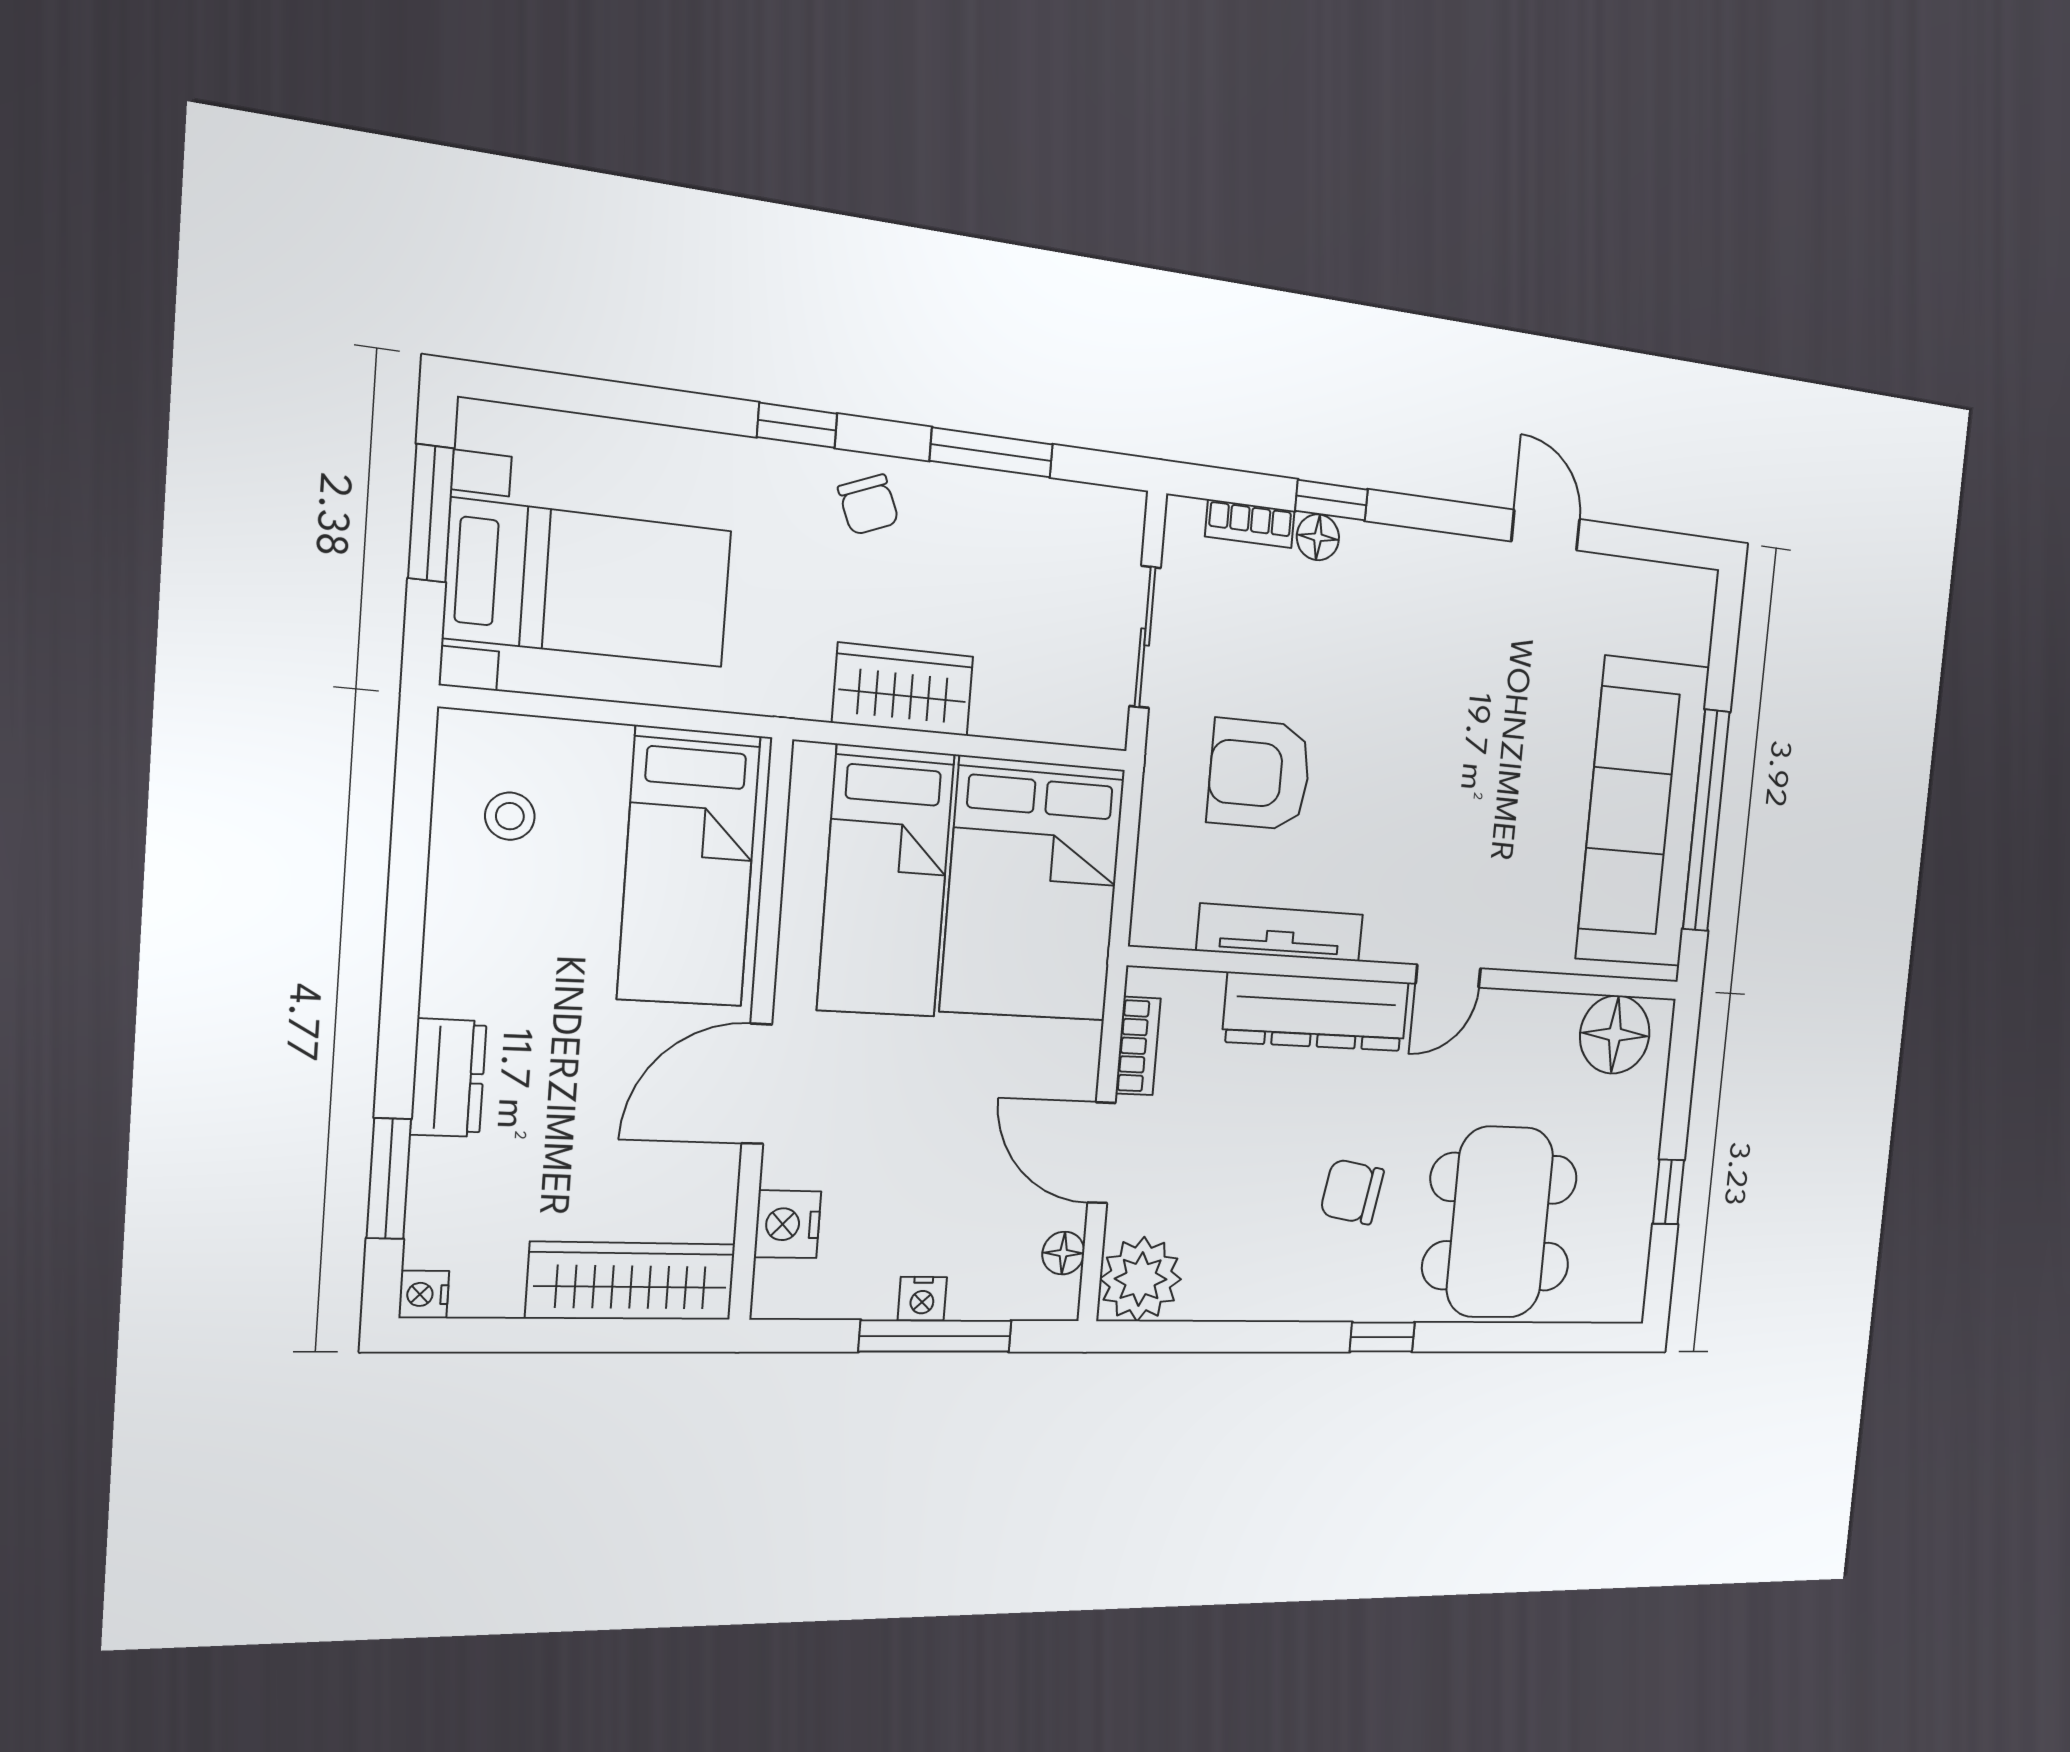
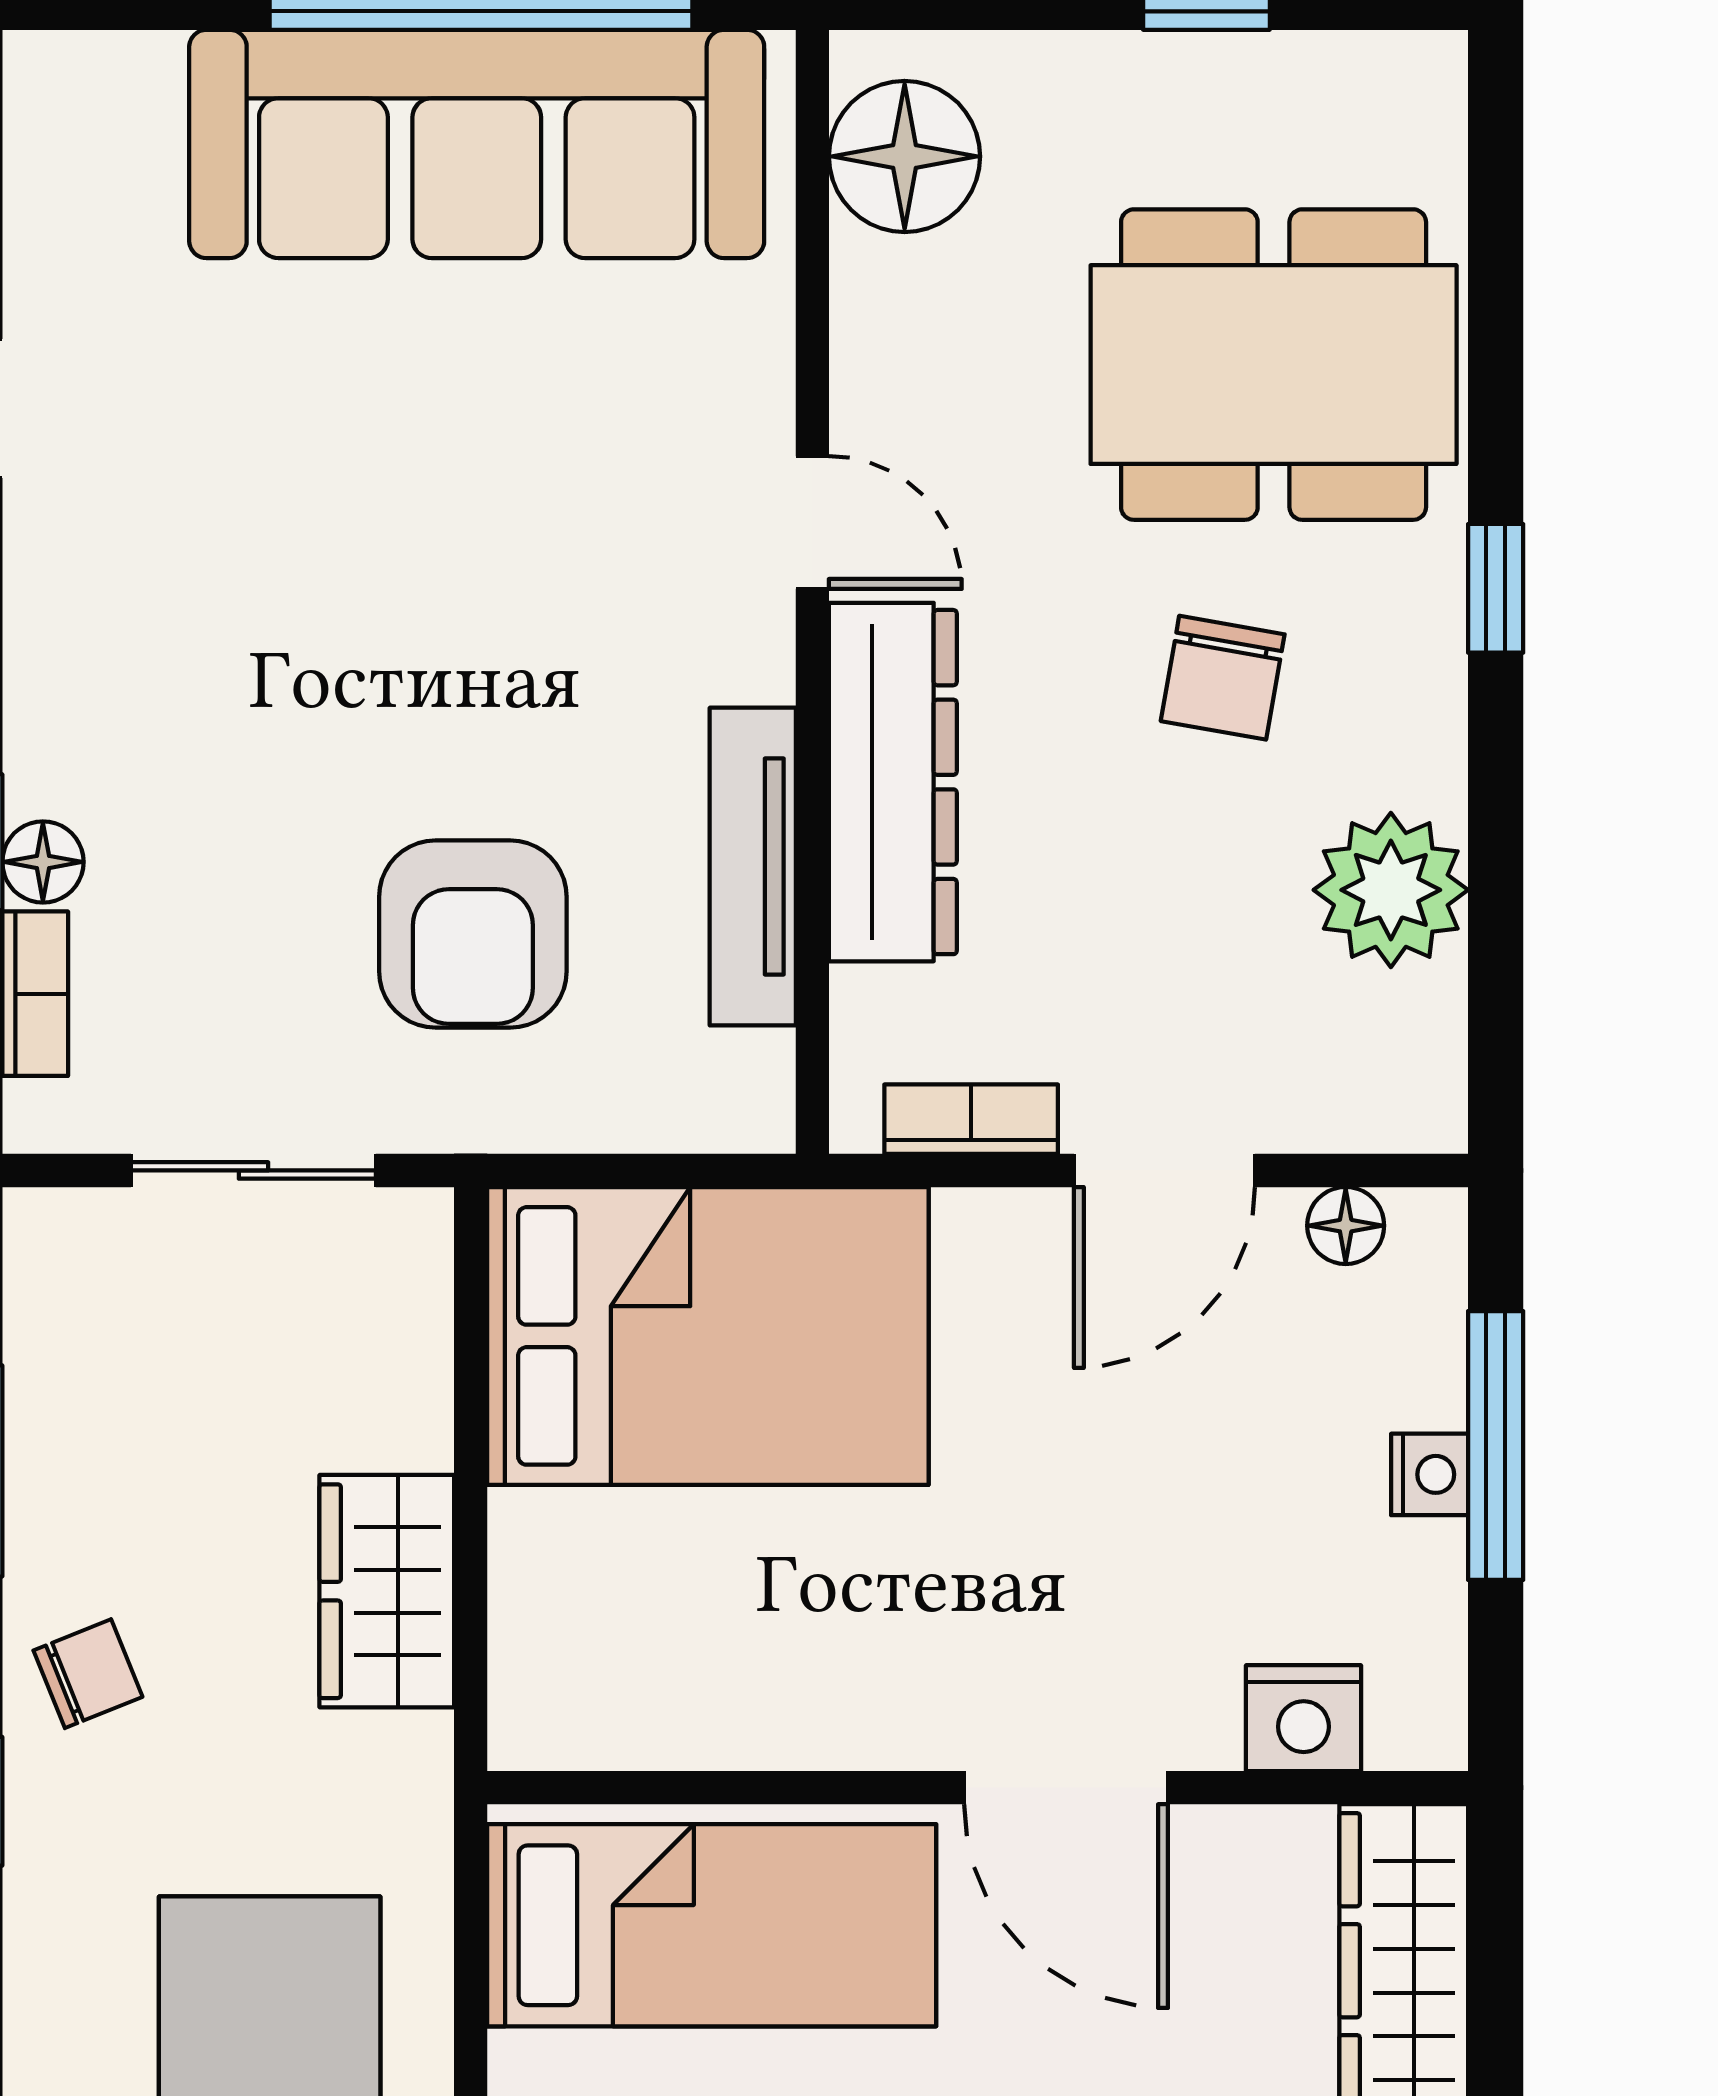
bed: (886, 882) -> (712, 1595), removed
plant: (1141, 1279) -> (1391, 890), moved

